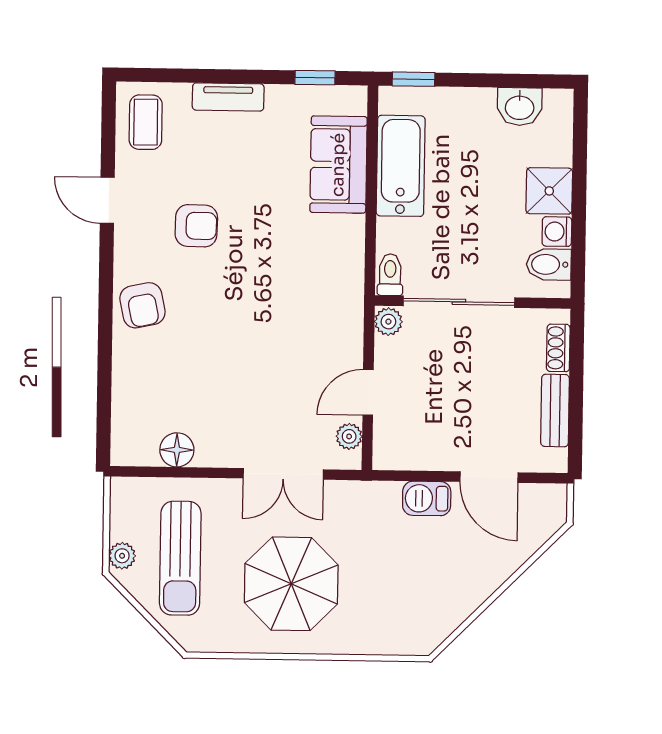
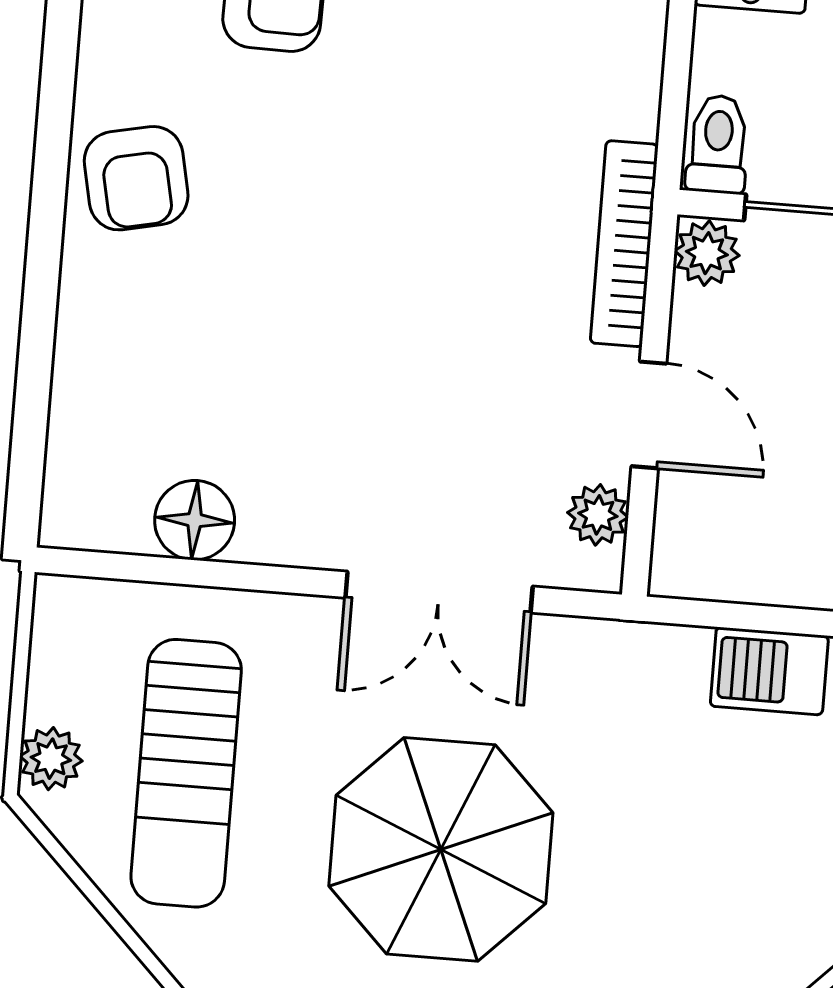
bookcase: (353, 320) -> (624, 244), added
door: (368, 392) -> (649, 415), swing flipped

